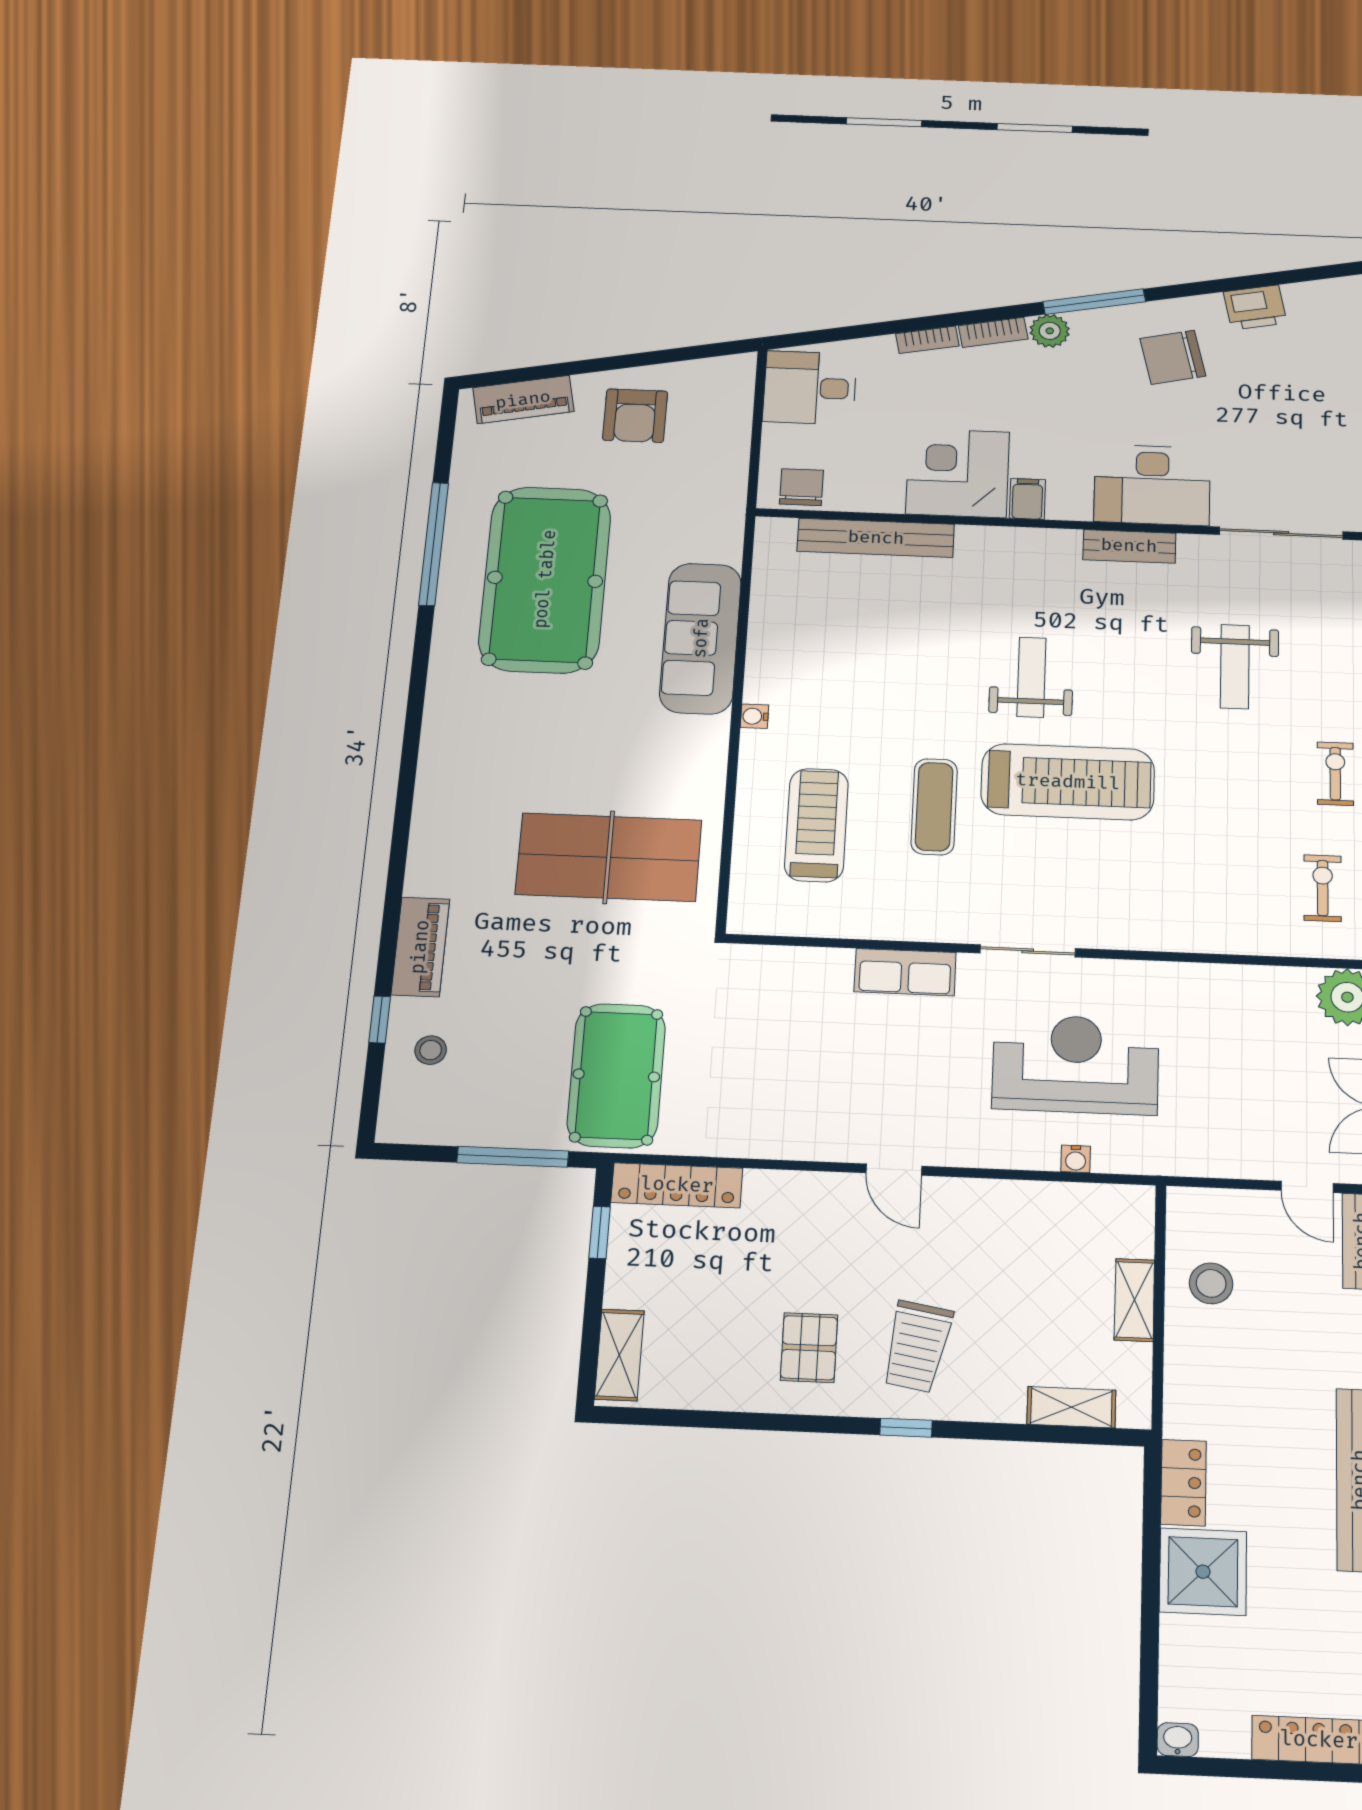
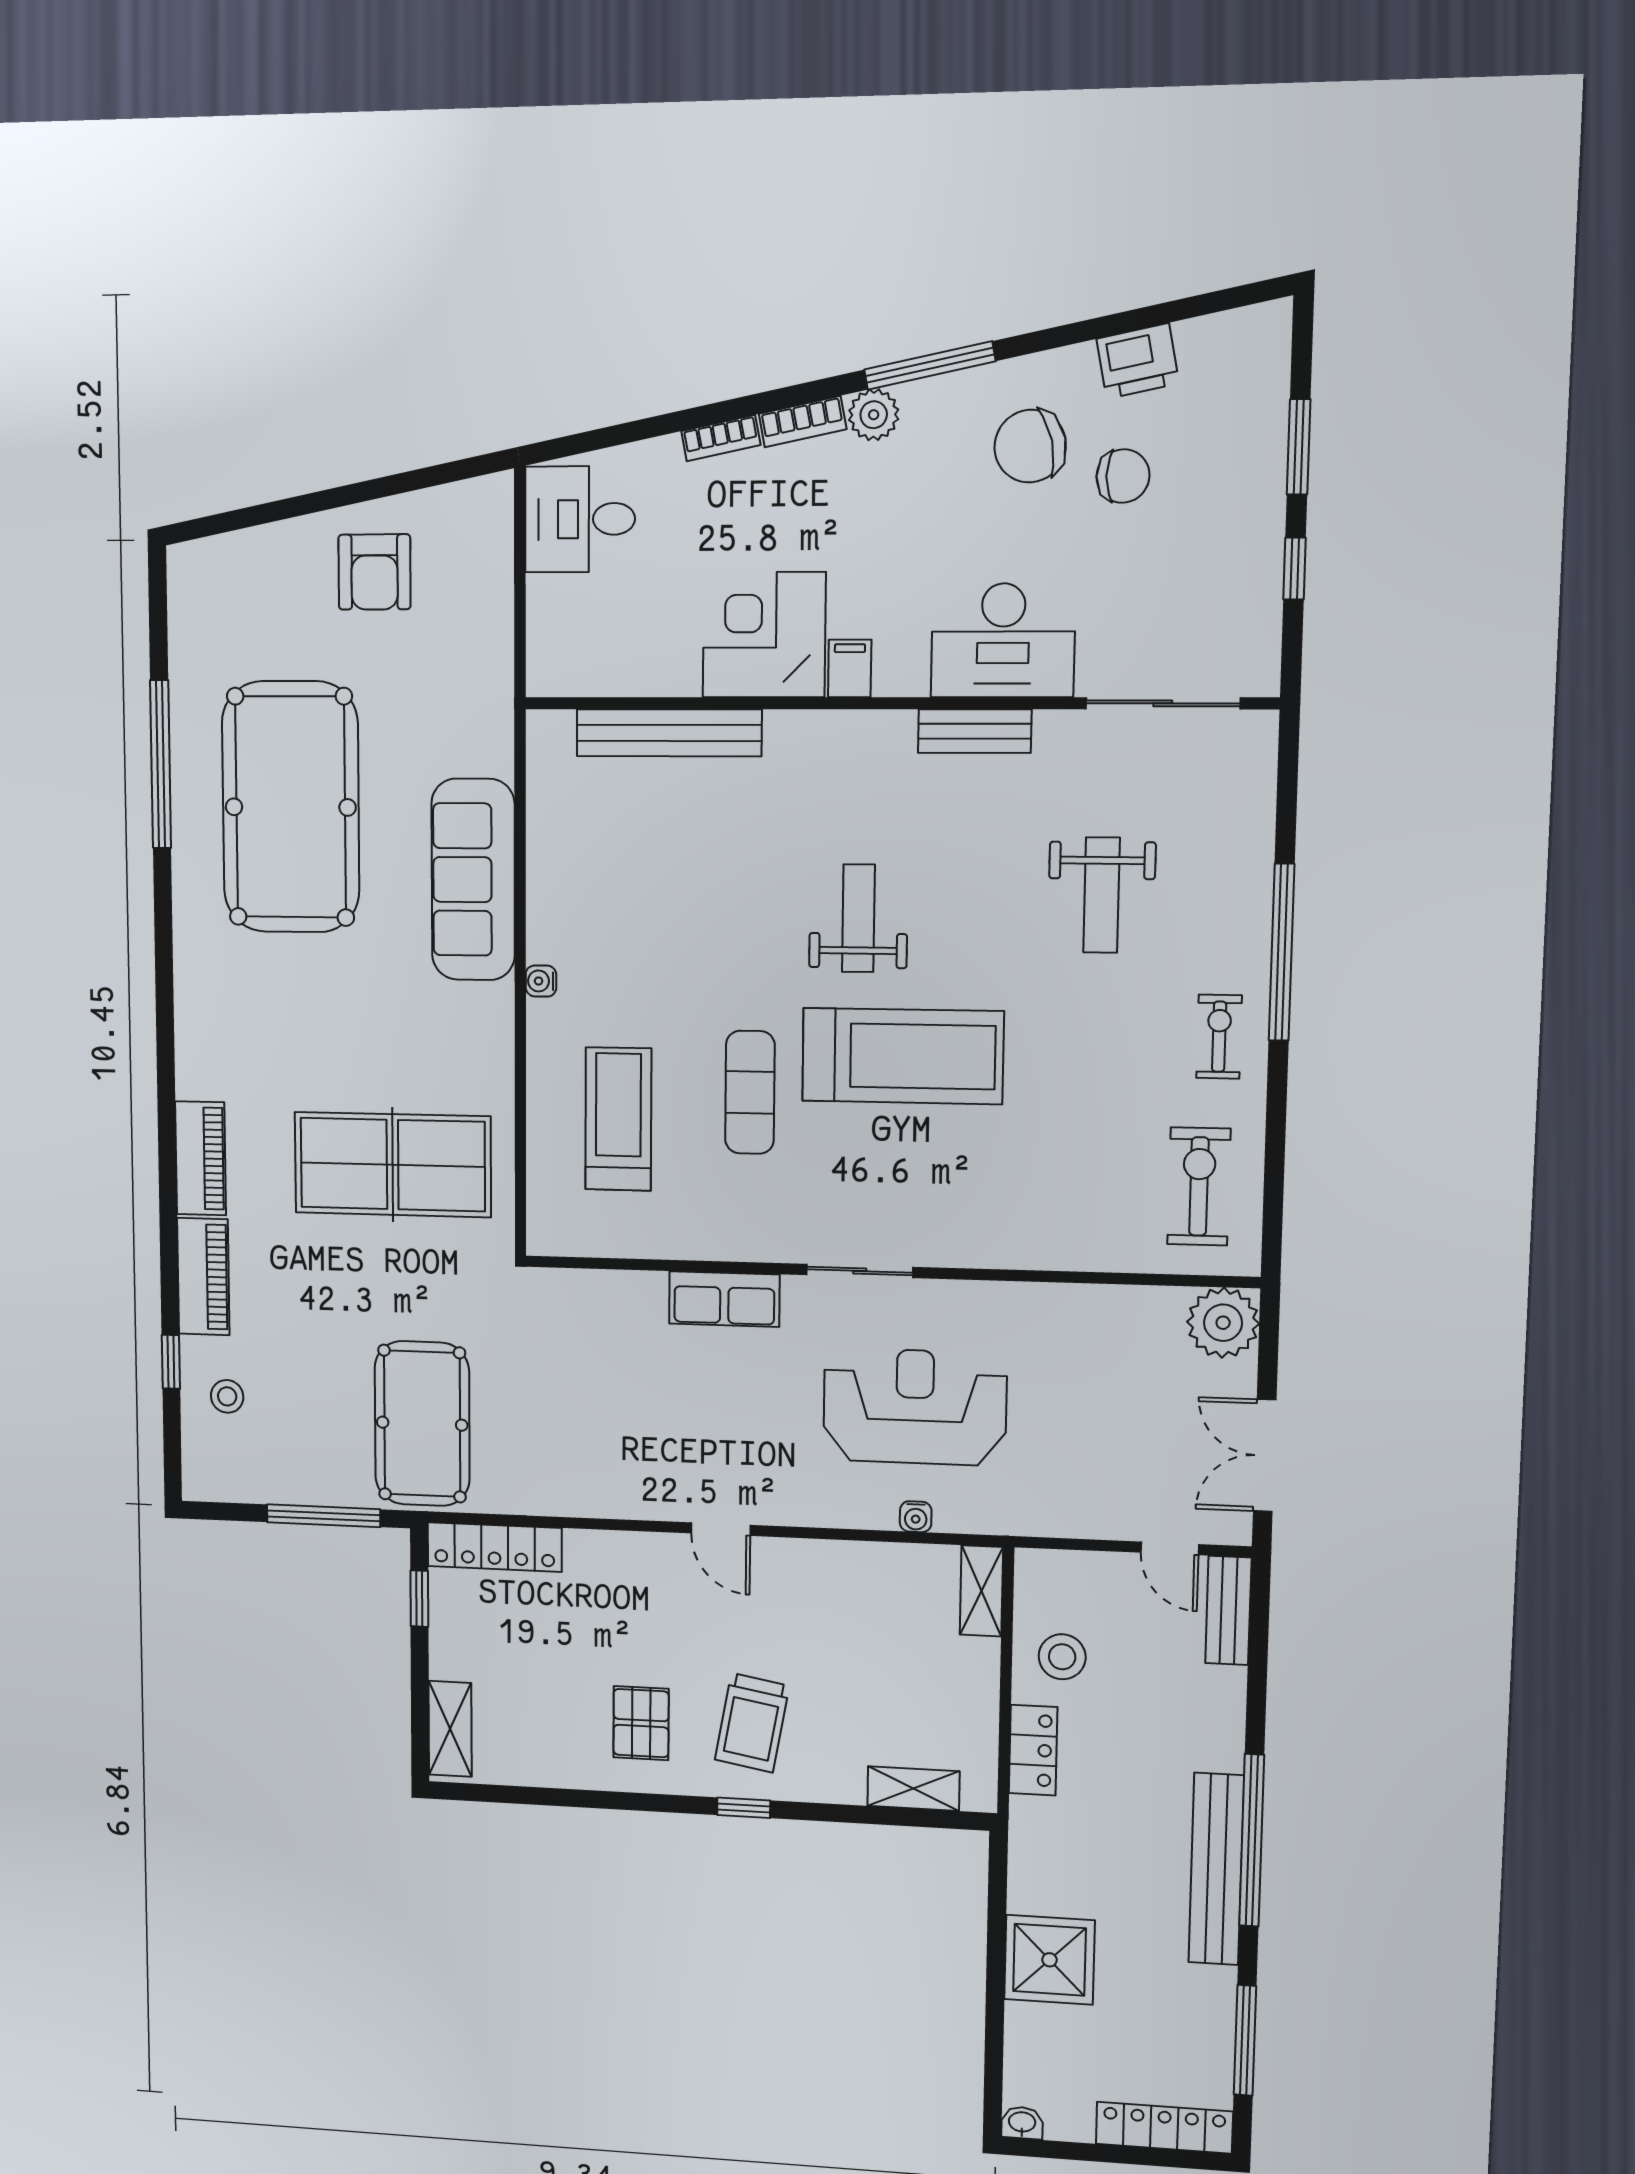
piano: (523, 400) -> (201, 1158), moved, turned -79
chair: (801, 487) -> (1123, 476), moved, turned 90
exercise bike: (1323, 888) -> (1199, 1186), width x1.38, depth x1.39
shelving: (1134, 1300) -> (981, 1591), moved
locker: (1184, 1483) -> (1033, 1750), moved

